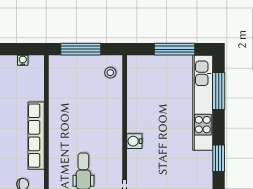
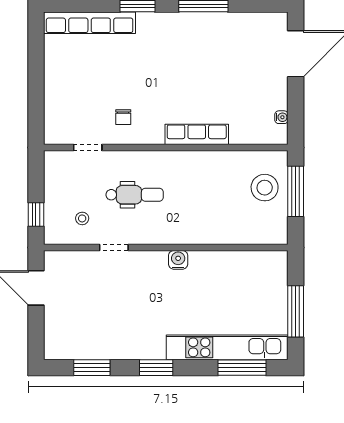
stool: (110, 73) -> (265, 188), moved, width x1.89, depth x1.89
row of seats: (36, 136) -> (197, 134), width x0.73

